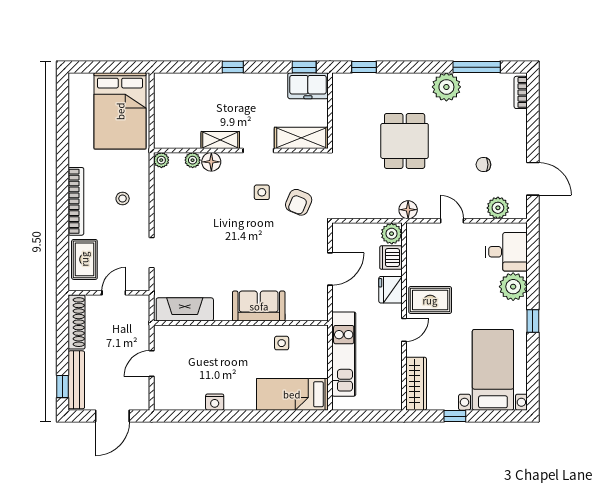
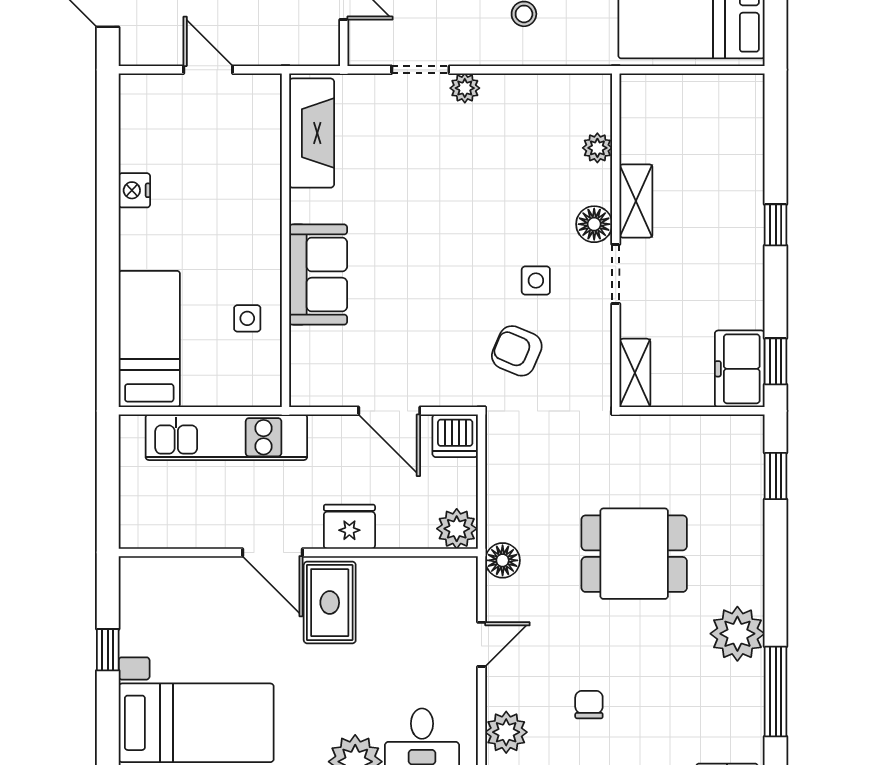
shelving: (301, 138) -> (635, 373), width x0.67, depth x0.75
plant: (161, 160) -> (465, 88), moved
floor lamp: (211, 162) -> (594, 224), moved
dishwasher: (391, 258) -> (455, 436), moved, turned 180
door: (404, 330) -> (272, 552), width x1.38
wardrobe: (416, 384) -> (169, 576), removed

